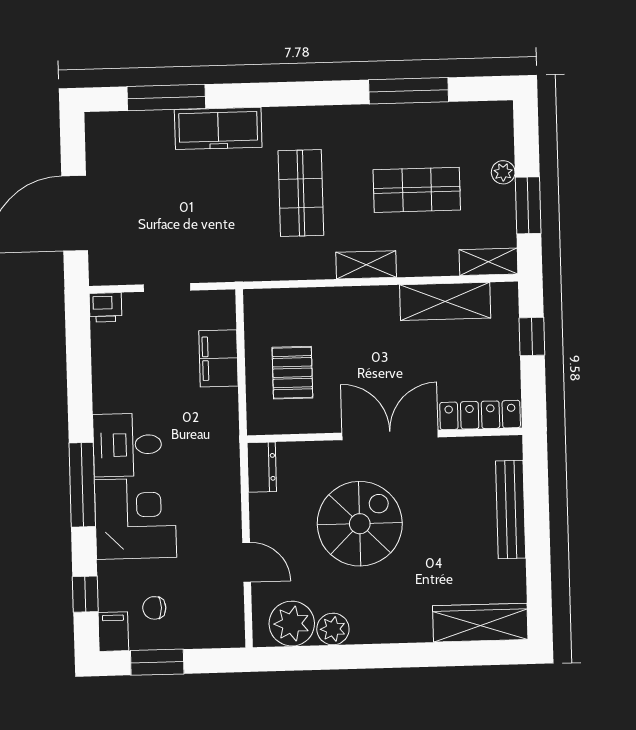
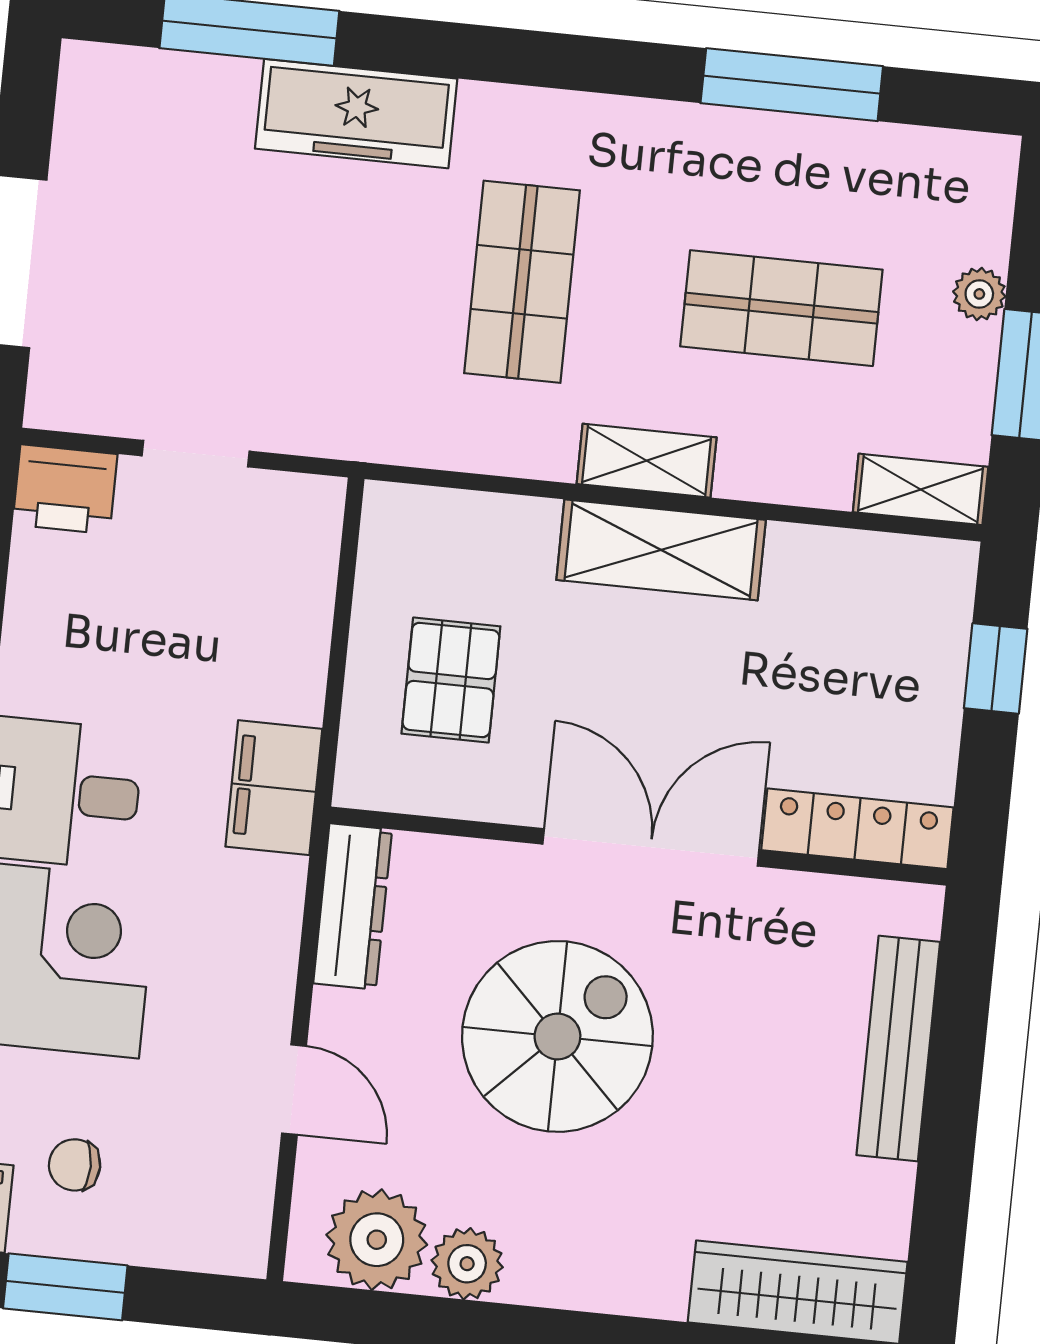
shelving: (445, 301) -> (661, 550), moved
printer: (106, 307) -> (65, 489), width x1.36, depth x1.24
filing cabinet: (218, 358) -> (274, 788), moved
dresser: (262, 467) -> (353, 906), width x1.44

